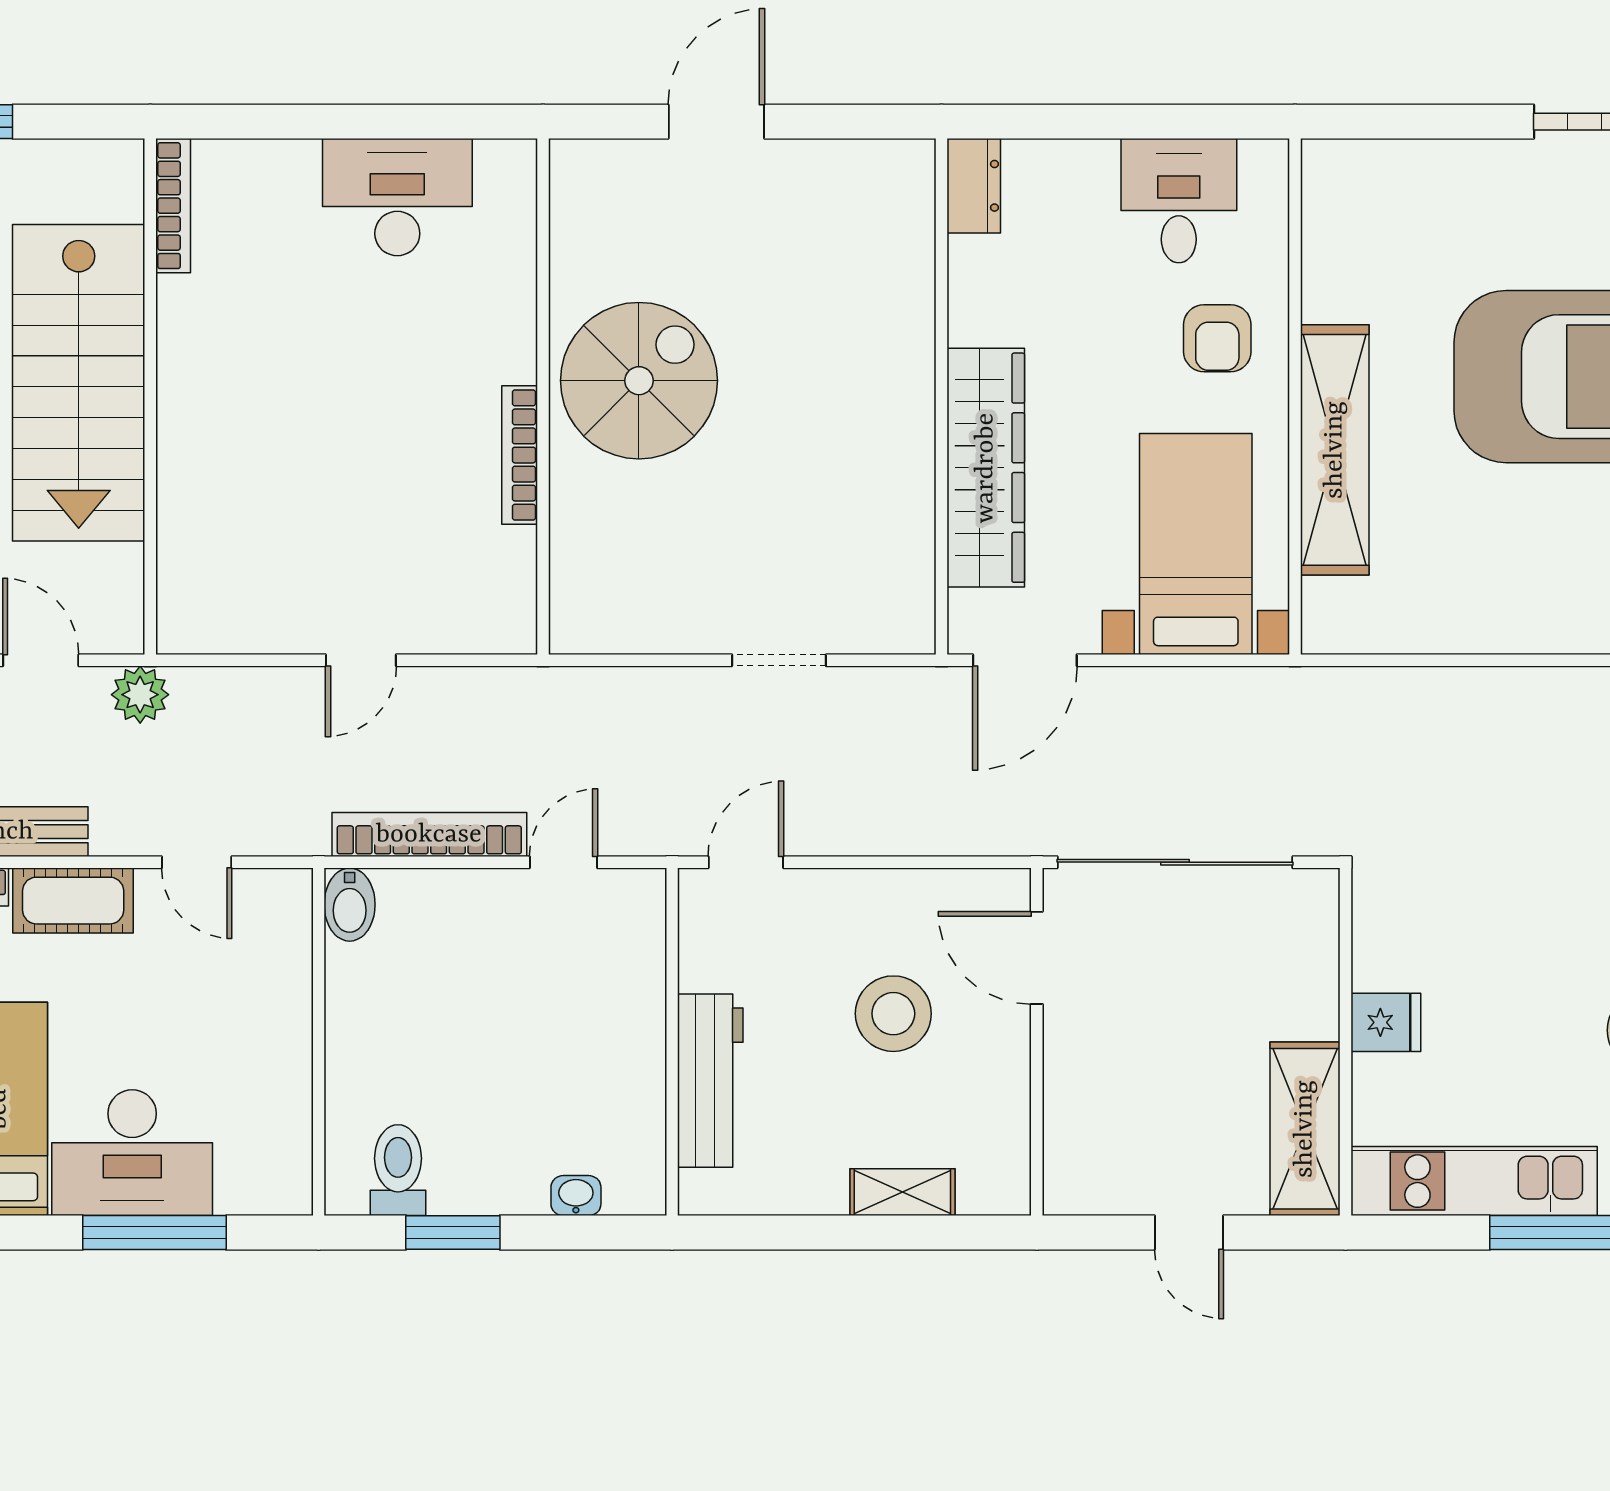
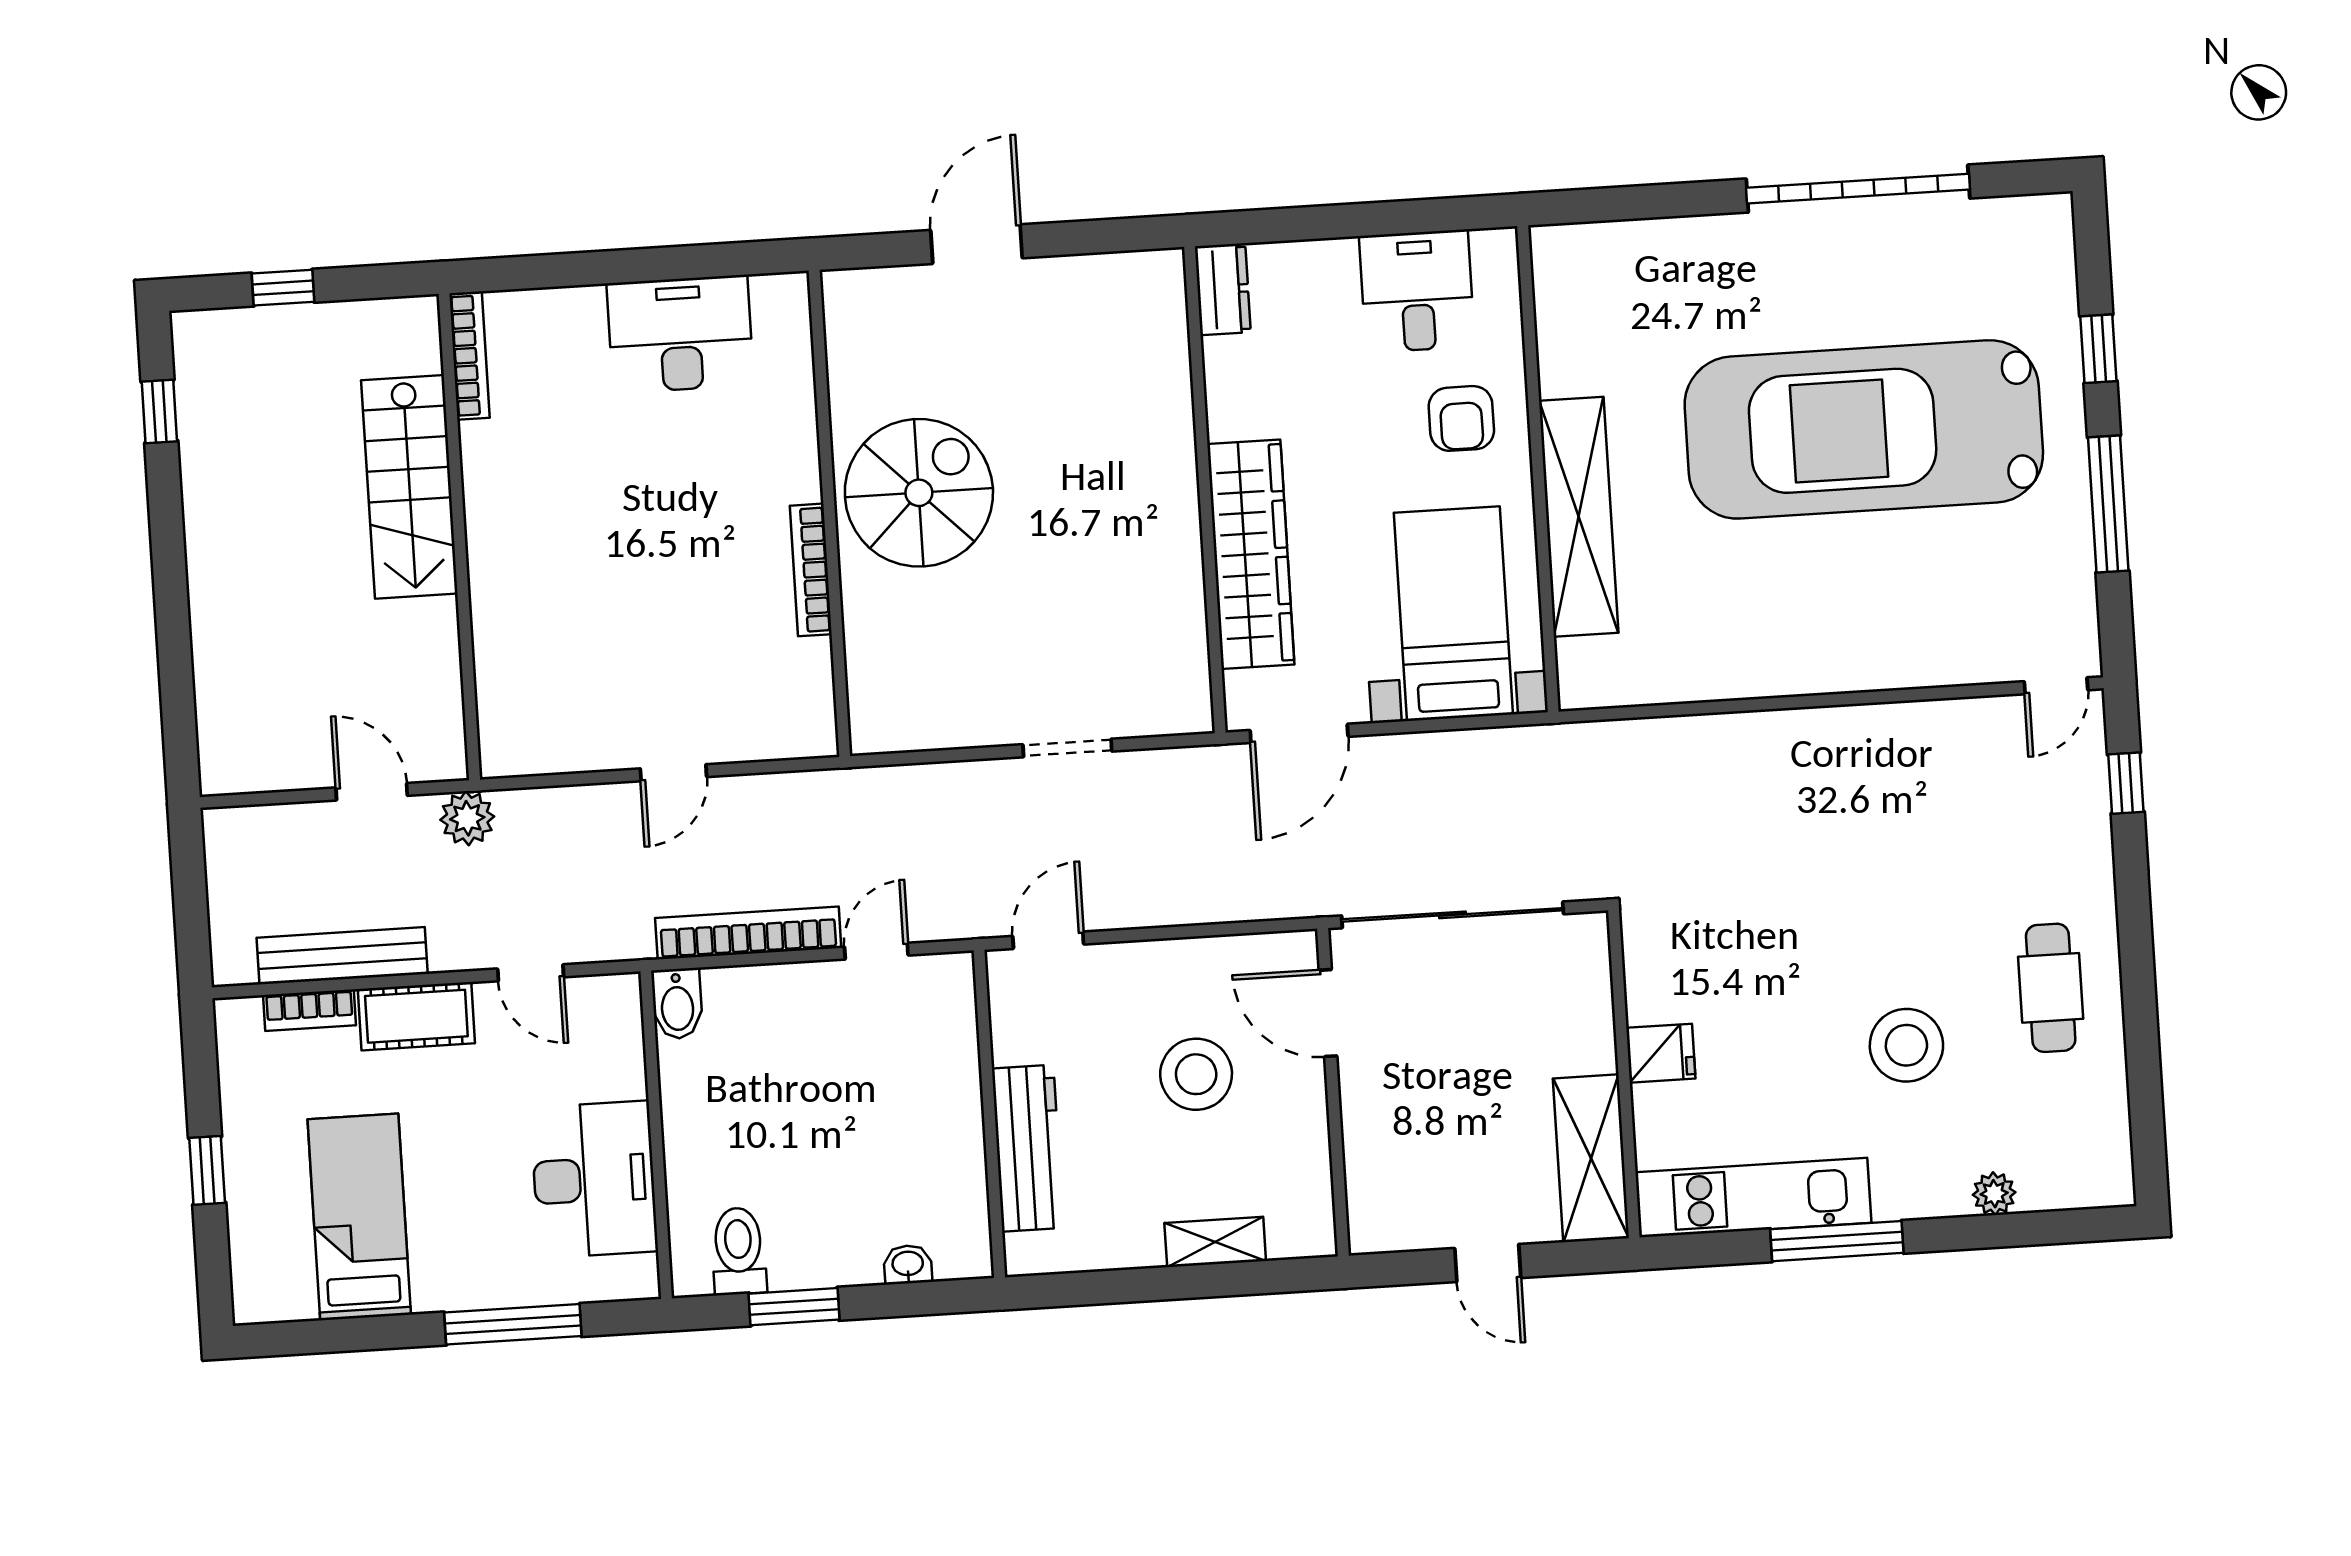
stairs: (79, 383) -> (409, 487), width x0.73, depth x0.66
desk: (132, 1153) -> (594, 1179), moved, turned -90

